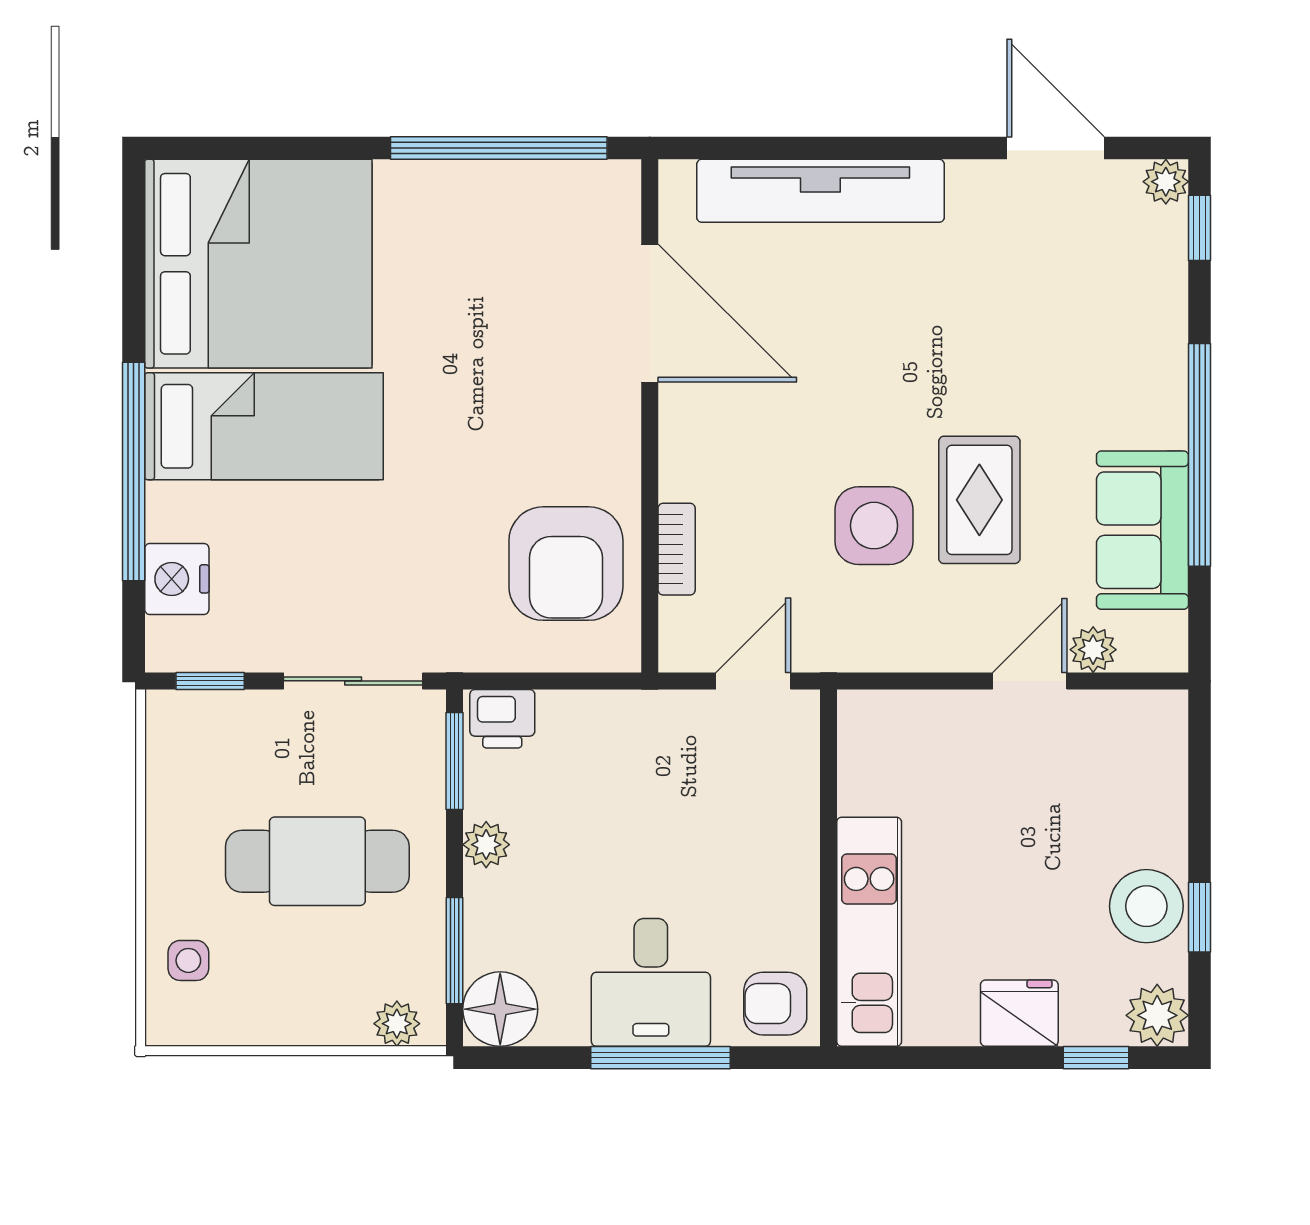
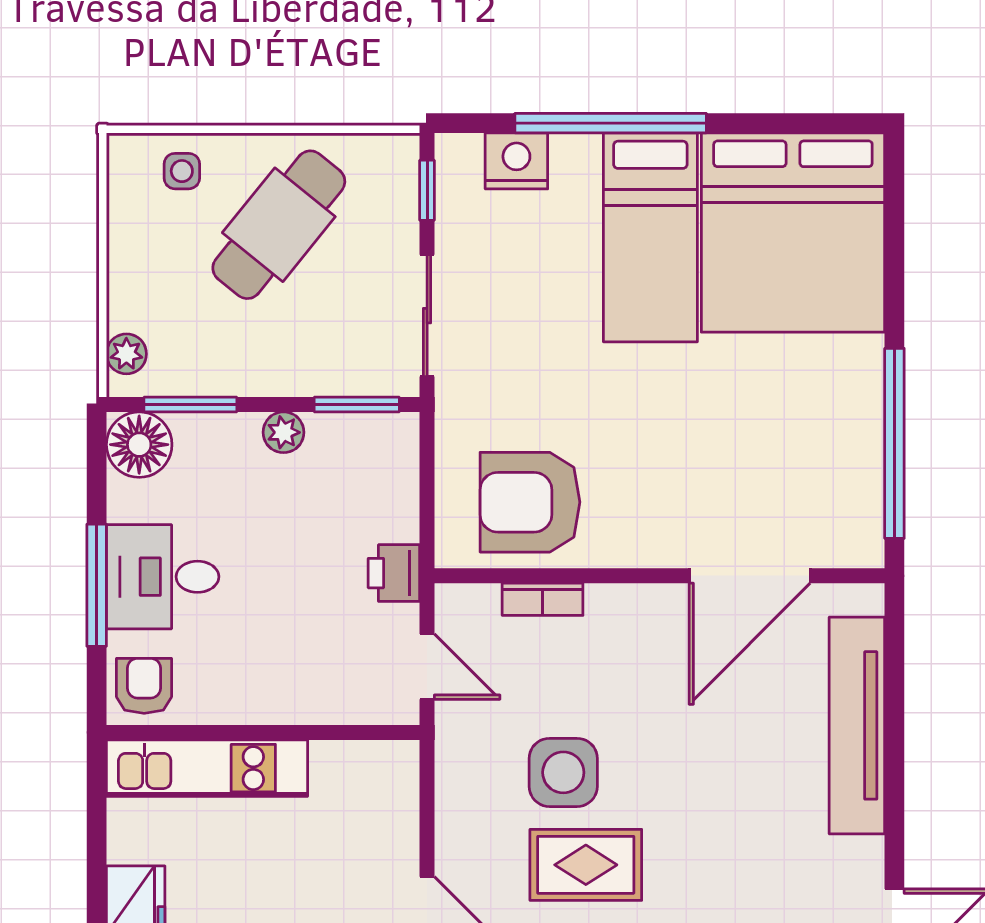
printer: (502, 719) -> (394, 573), moved
cafe table: (317, 861) -> (279, 225), moved, turned 39

